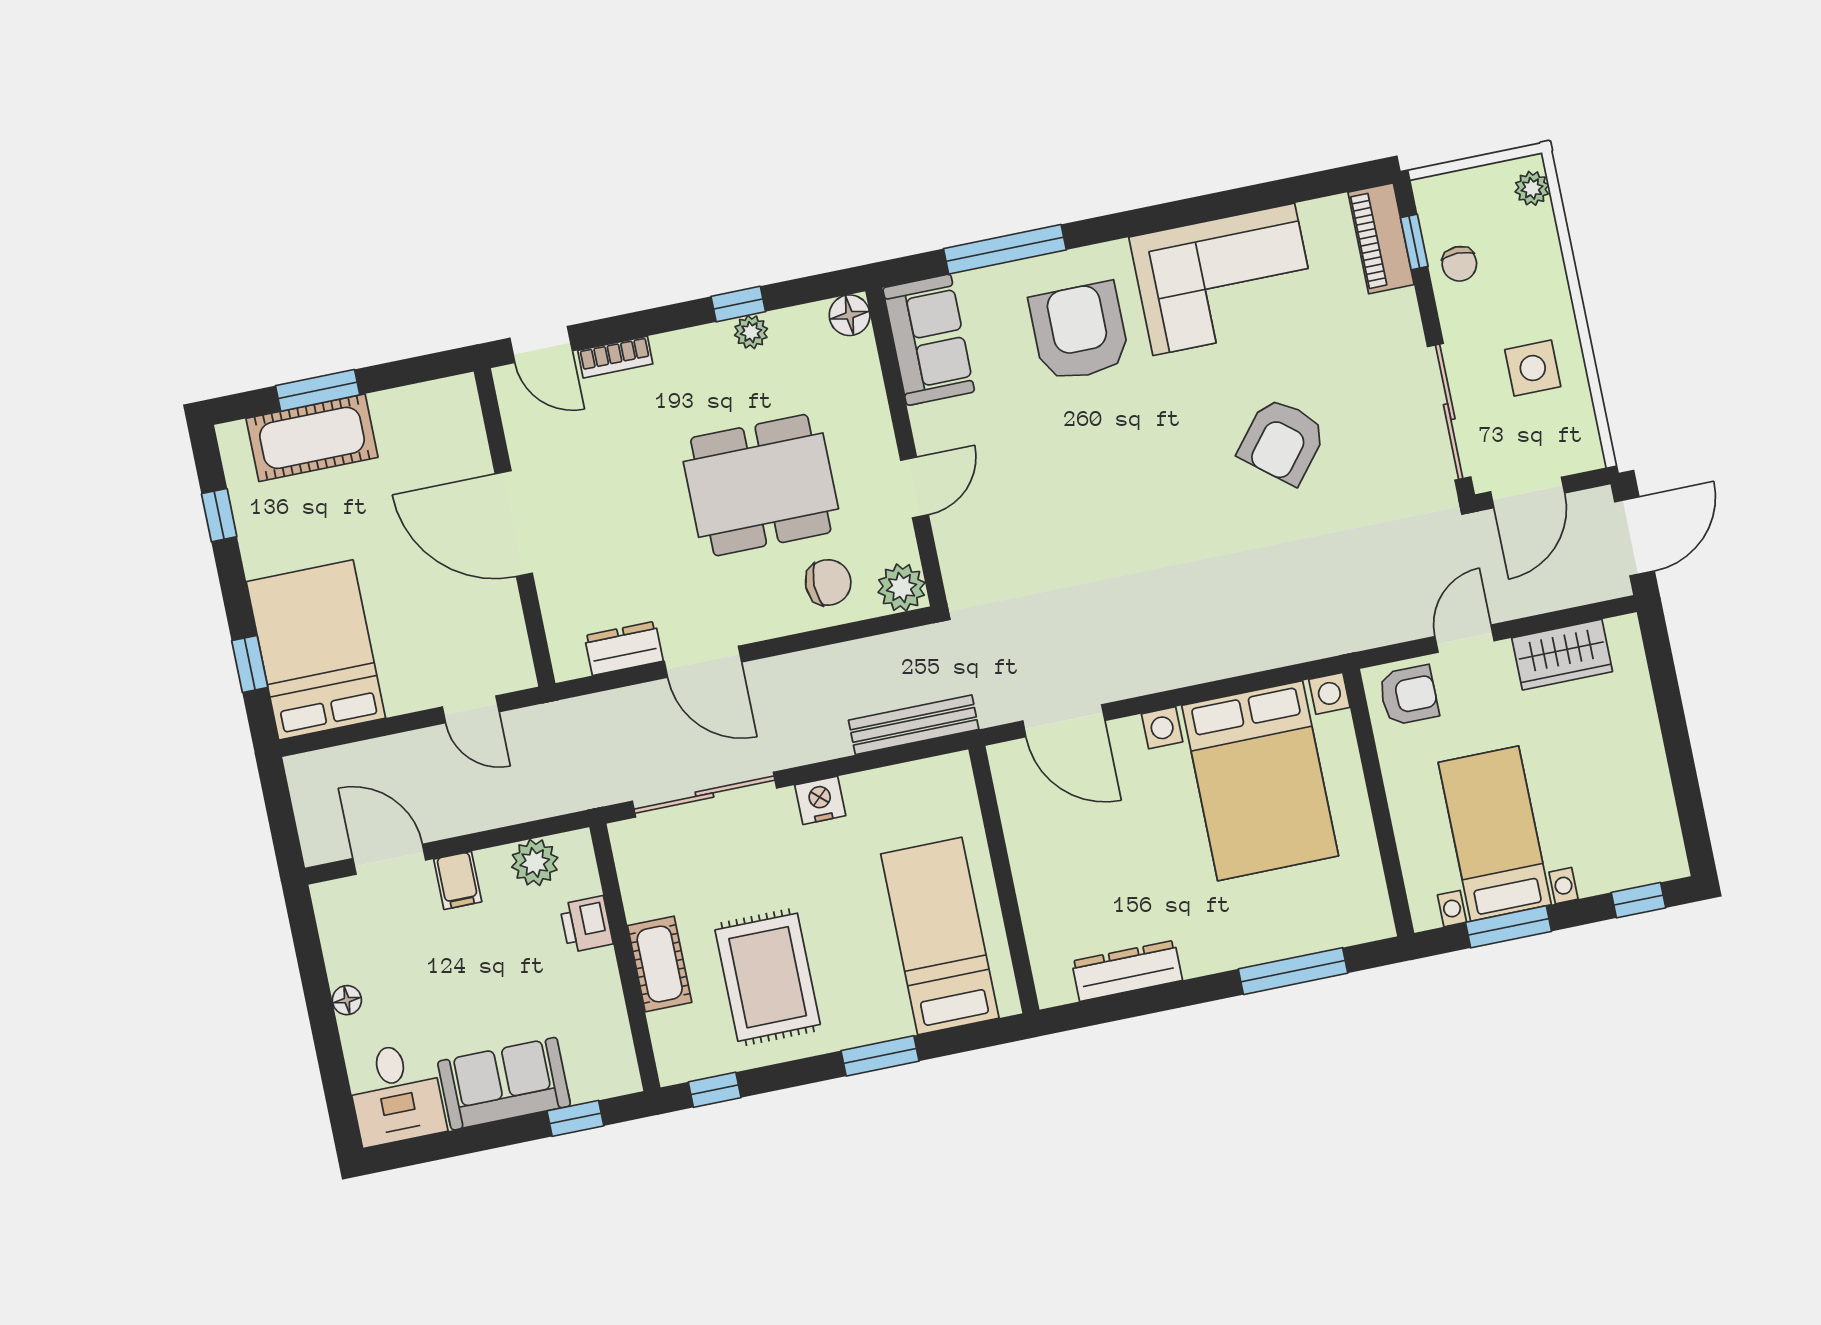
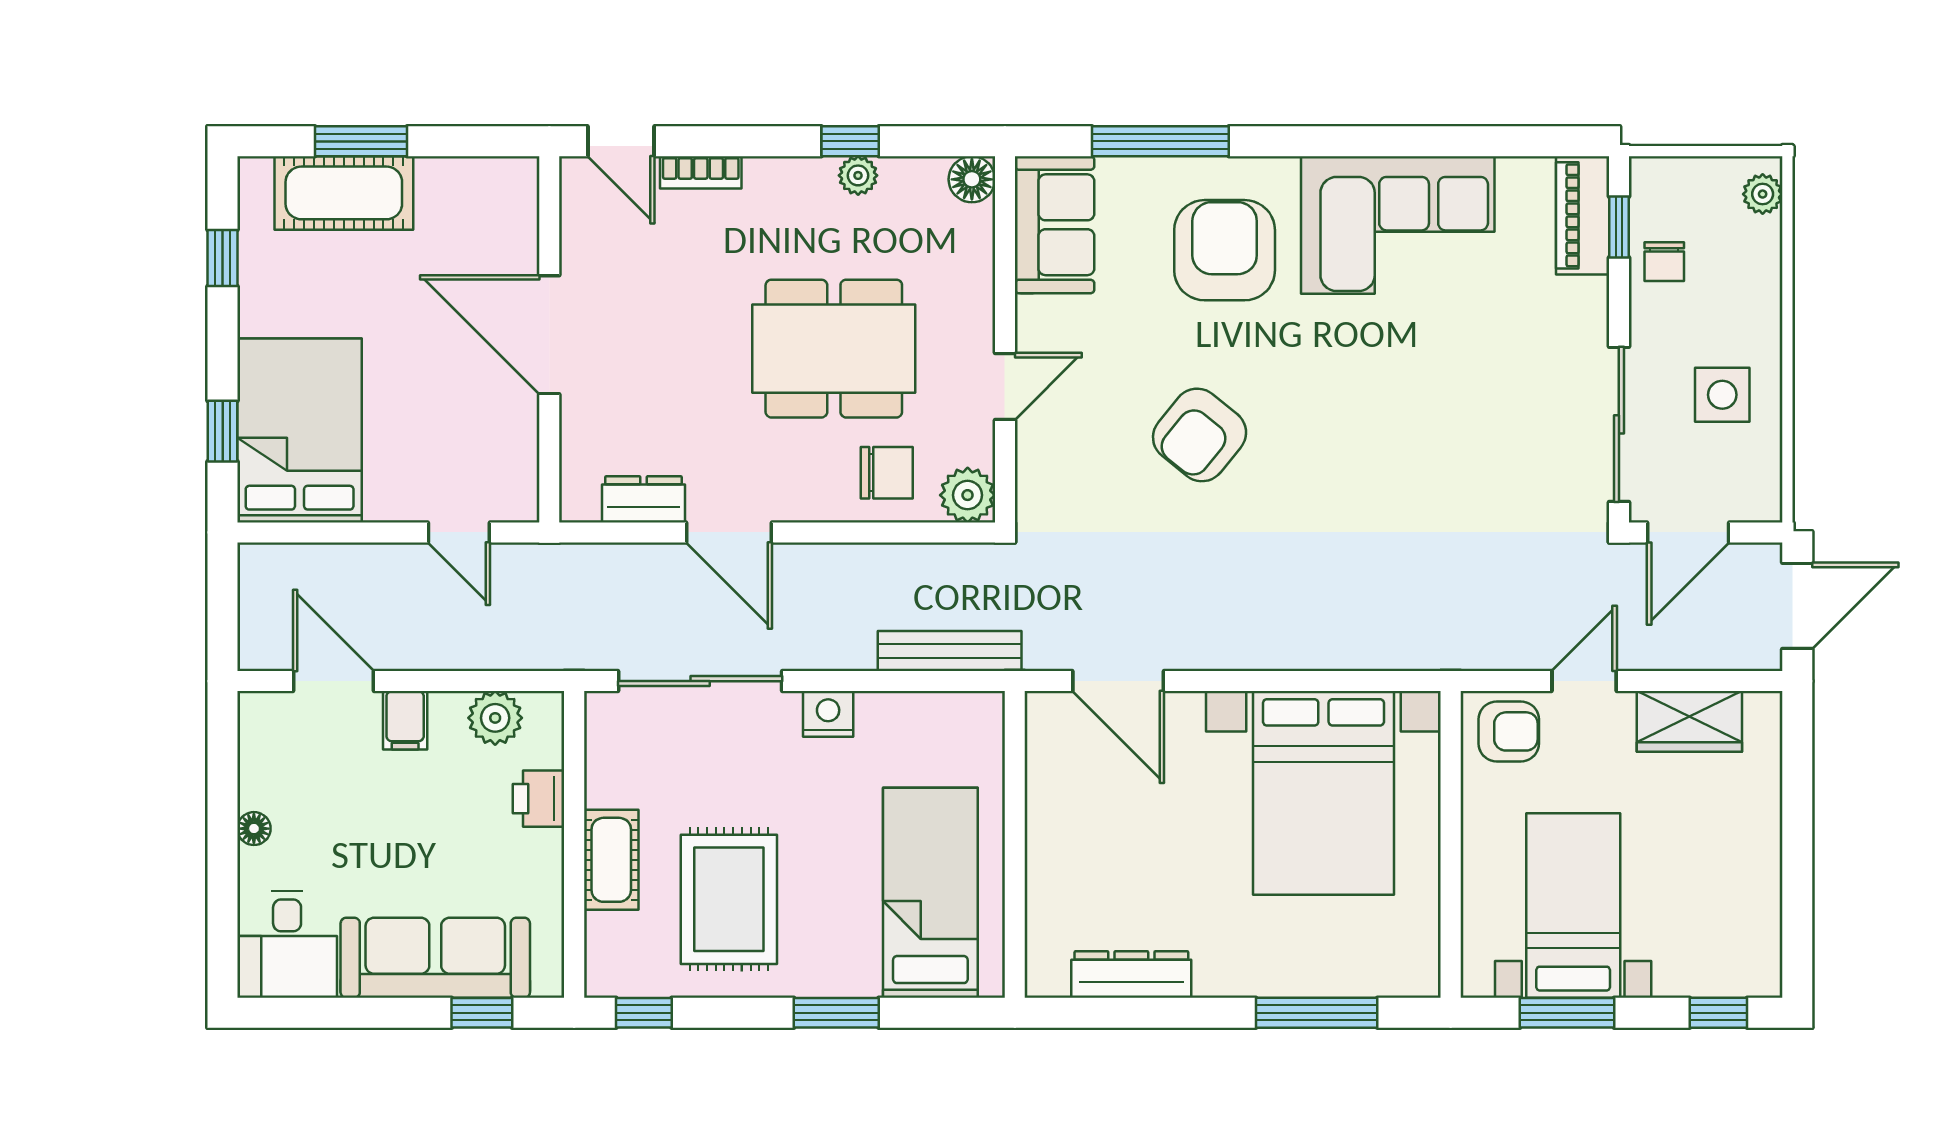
armchair: (1282, 441) -> (1200, 435), moved
sofa: (504, 1084) -> (435, 958), width x1.36

